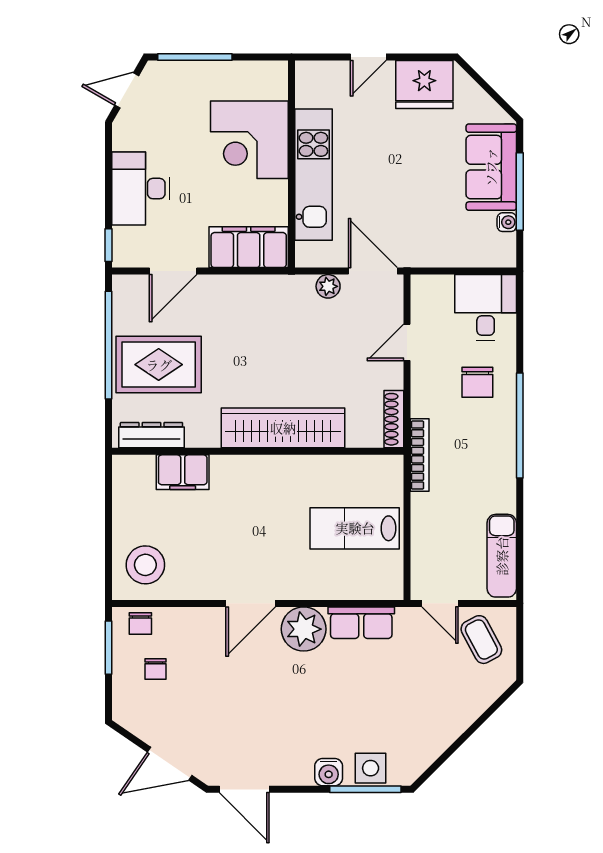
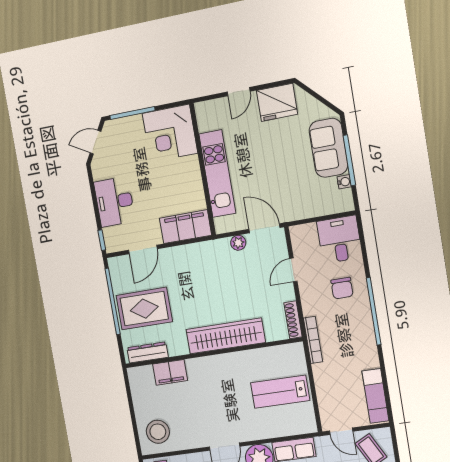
corner desk: (249, 140) -> (170, 133), moved

